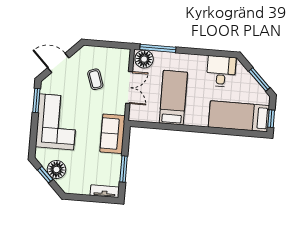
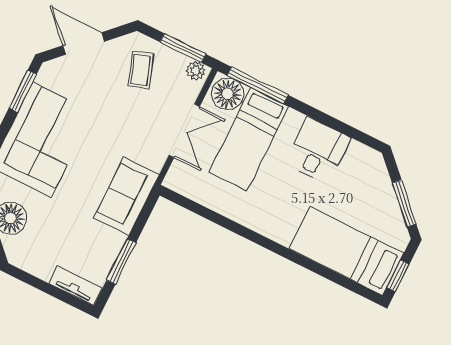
window: (111, 45) -> (183, 48), added
plant: (123, 54) -> (196, 71), added
desk: (221, 71) -> (318, 151), moved
coffee table: (95, 79) -> (141, 70), moved
bed: (173, 98) -> (249, 139), moved, turned 180

